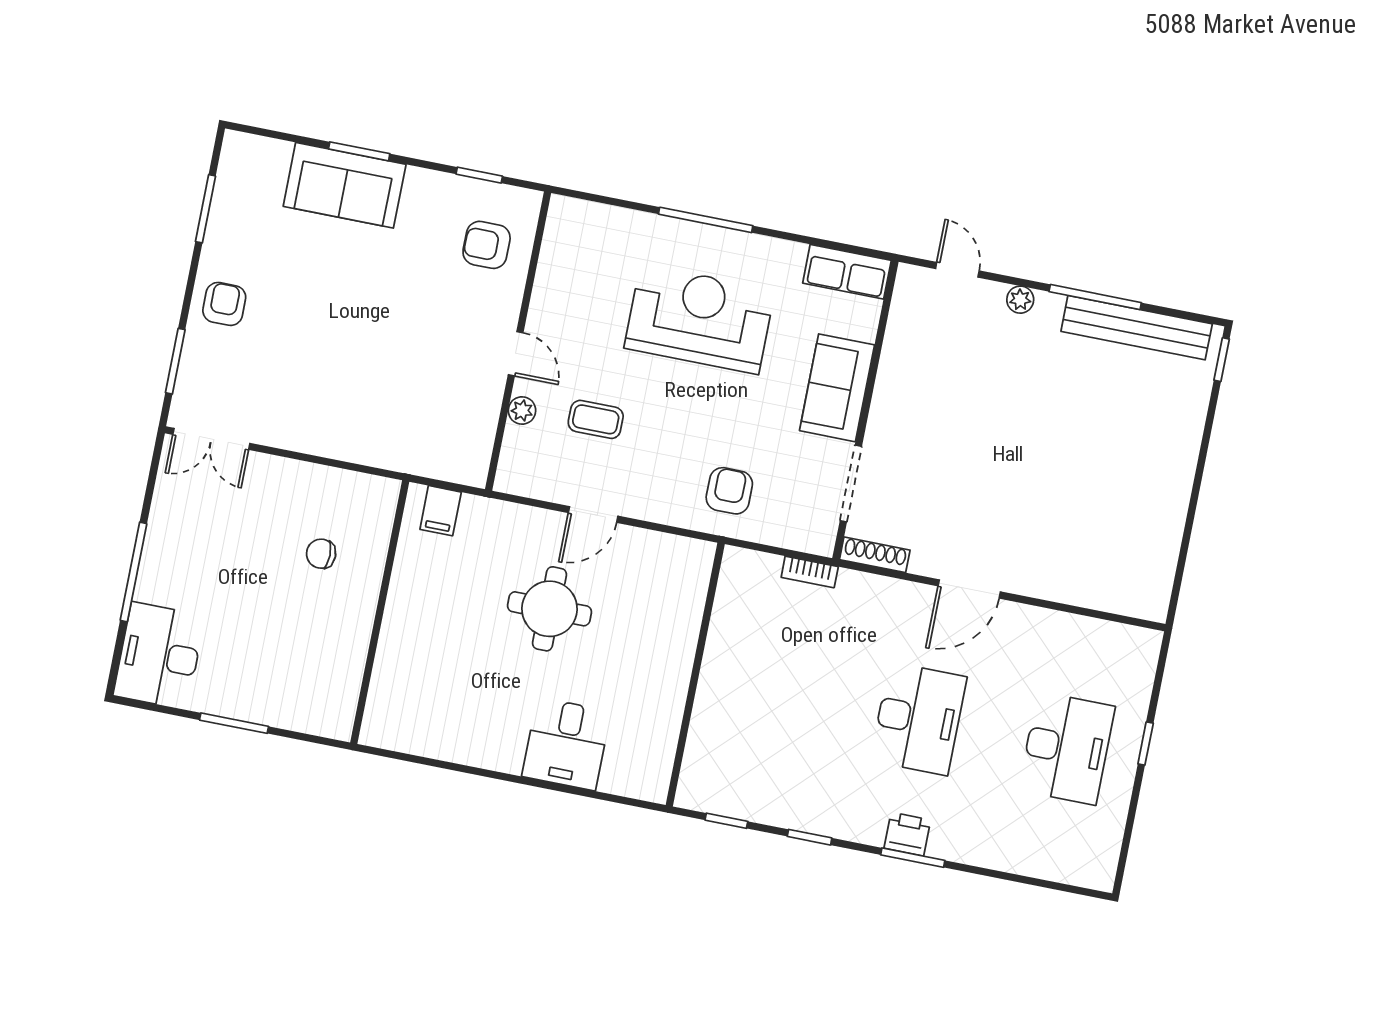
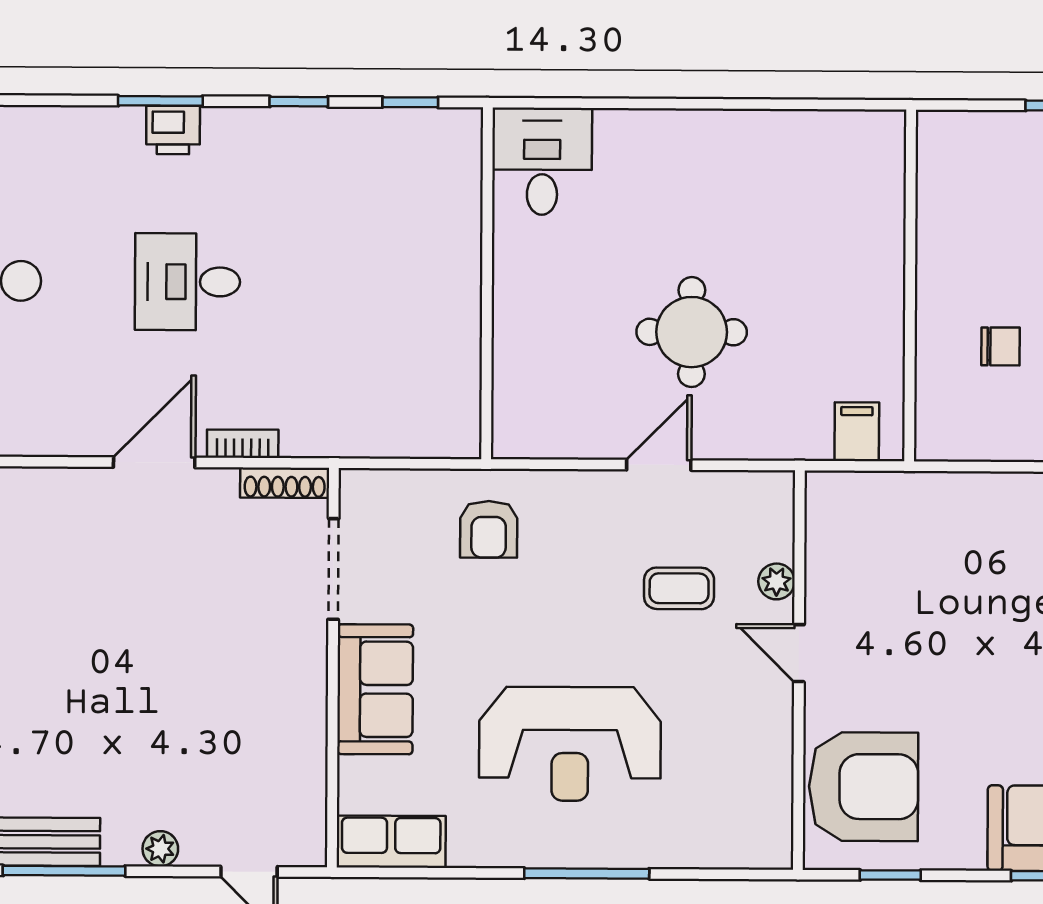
armchair: (487, 245) -> (864, 787), width x1.88, depth x1.88
bookcase: (810, 572) -> (243, 444), moved
desk: (918, 719) -> (187, 282), width x0.73
desk: (566, 744) -> (542, 161), moved

